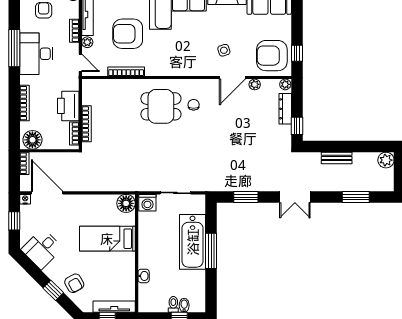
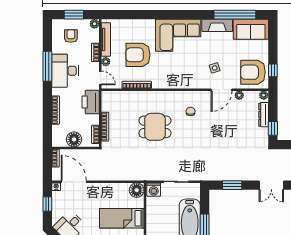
printer: (68, 106) -> (91, 102), moved
dining table: (161, 106) -> (155, 127), moved
floor lamp: (32, 140) -> (74, 139), moved

